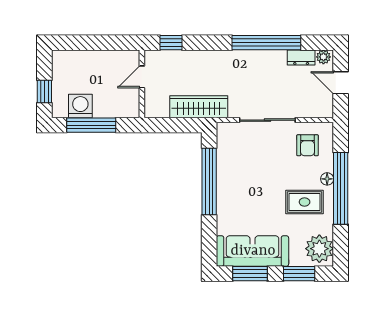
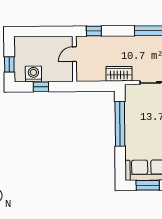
wardrobe: (199, 107) -> (119, 74), width x0.67
window: (91, 125) -> (41, 87), width x0.46

